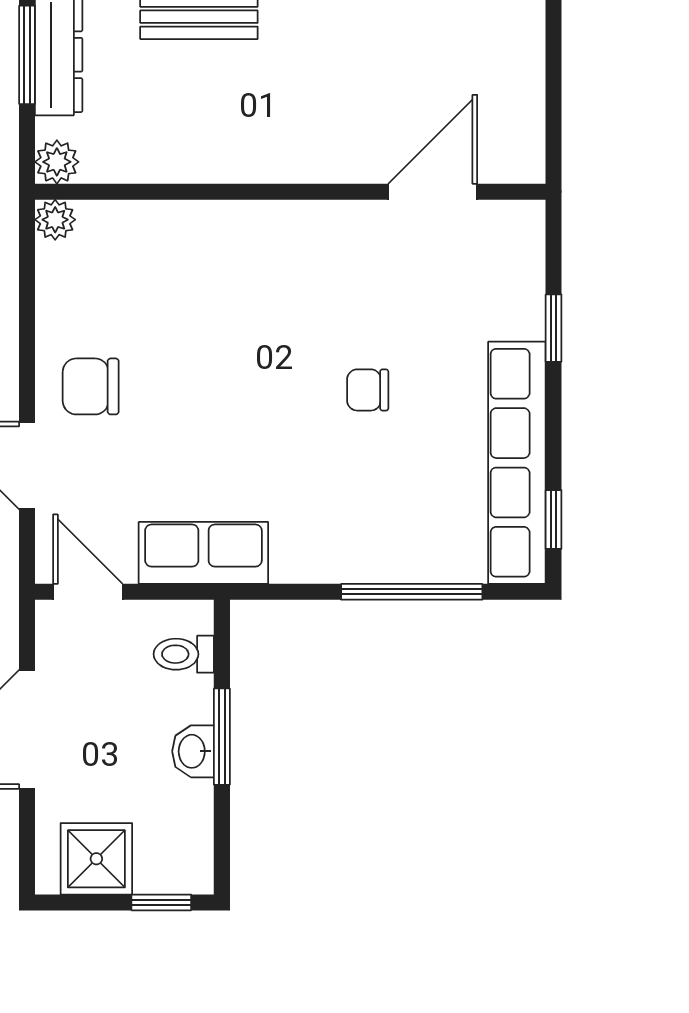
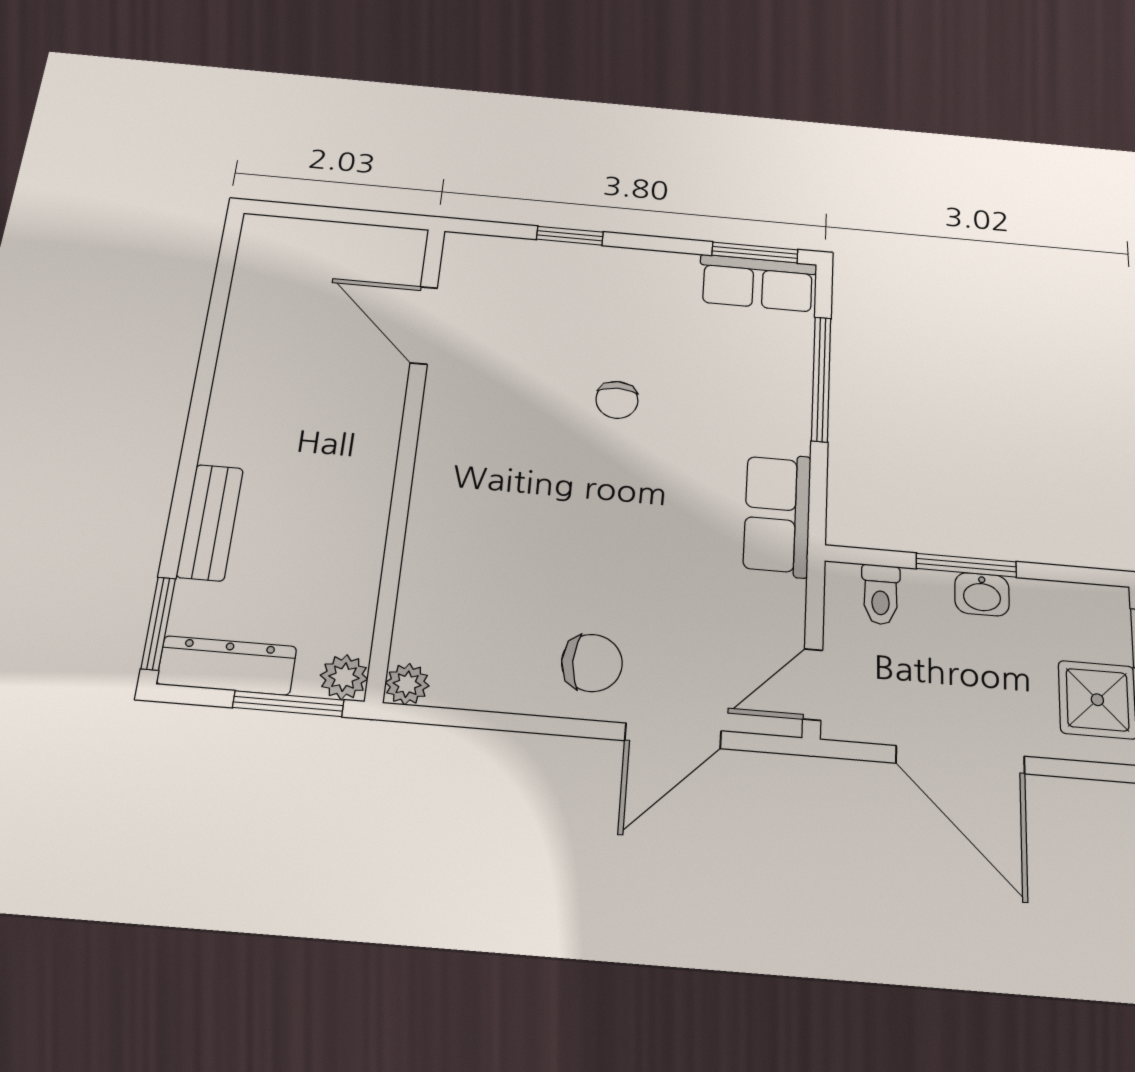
window: (27, 55) -> (288, 704), moved
chair: (91, 386) -> (592, 663), turned -90
row of seats: (517, 463) -> (758, 283), width x0.50
window: (554, 519) -> (755, 252), width x1.50
row of seats: (203, 553) -> (777, 514), moved

